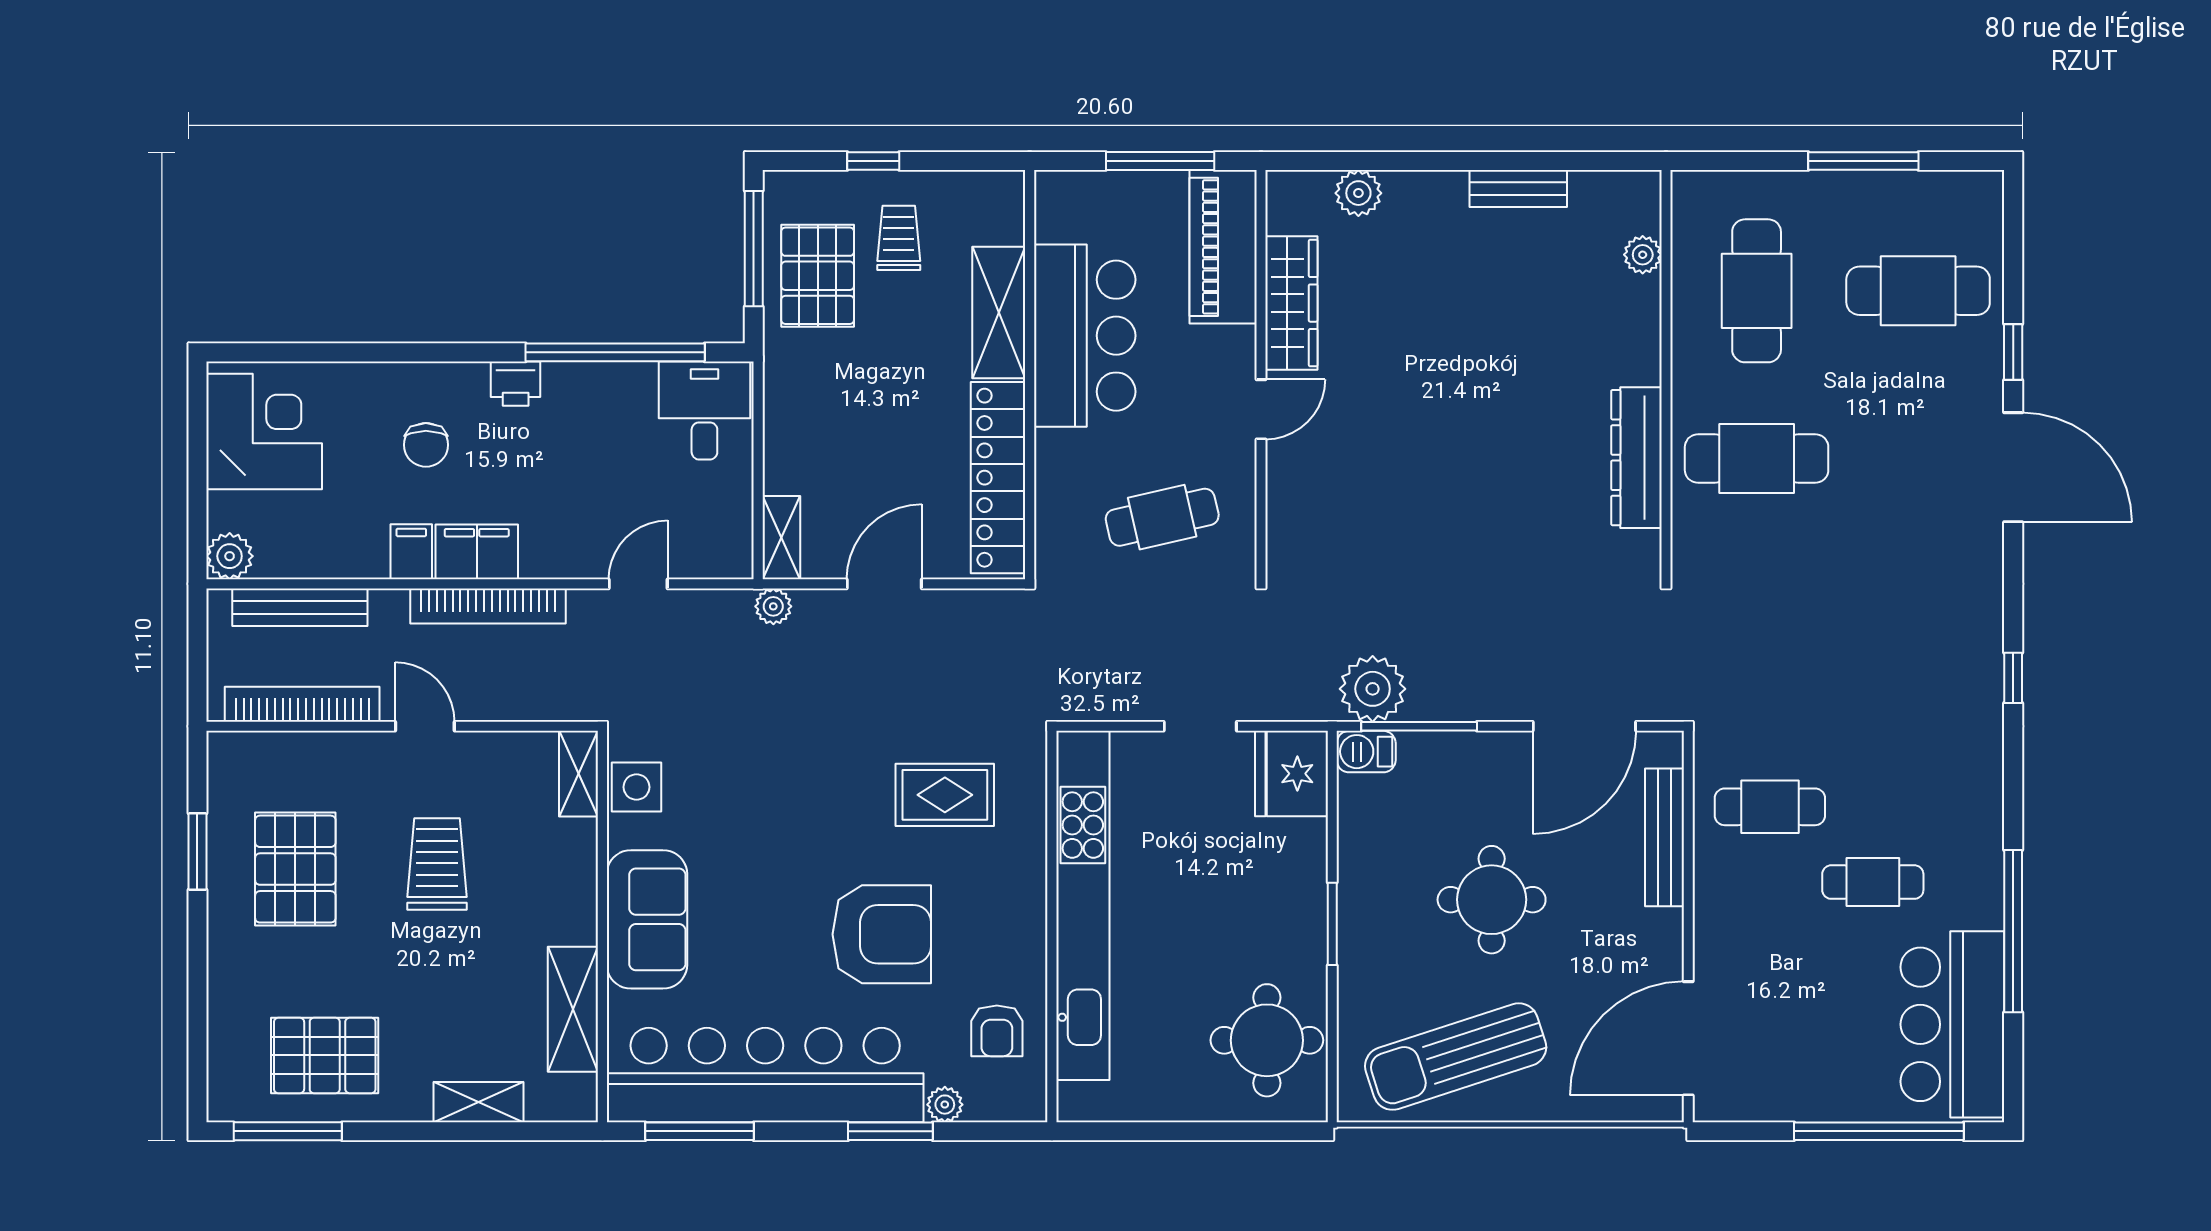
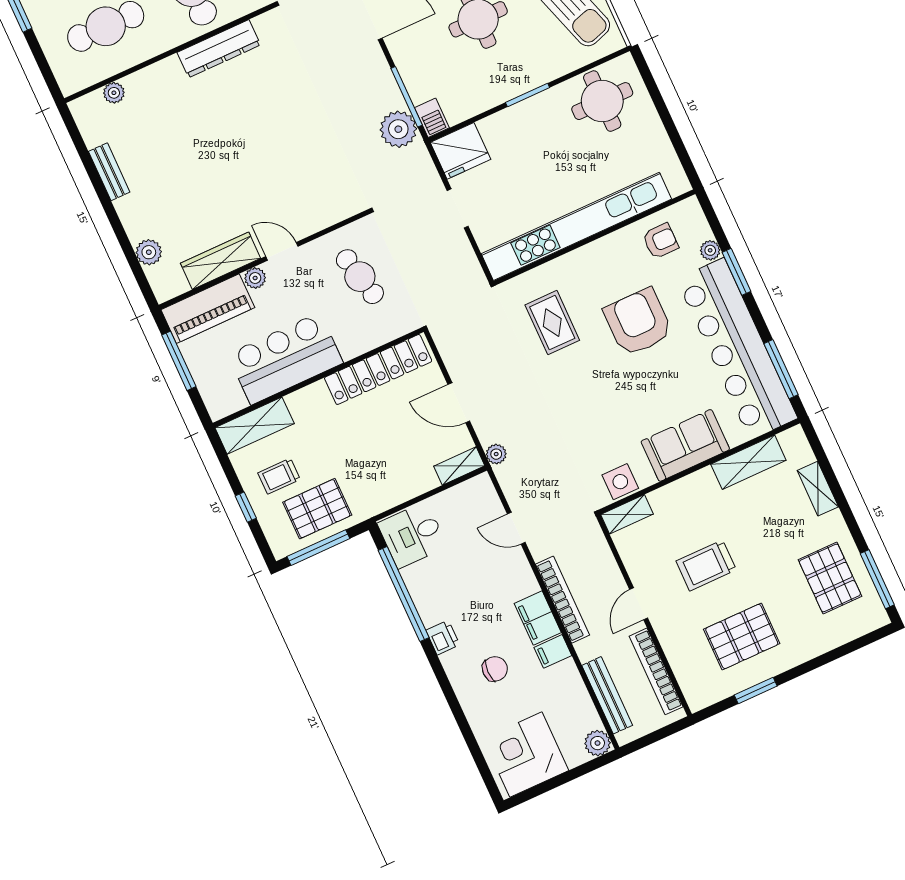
shelving: (999, 313) -> (255, 426), moved
plant: (1238, 346) -> (255, 278), added

